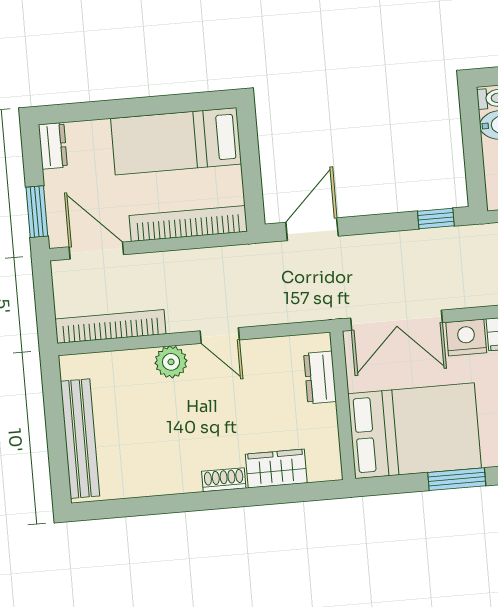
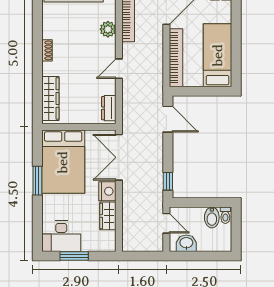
plant: (171, 362) -> (108, 29), moved
dresser: (320, 377) -> (109, 108), moved, turned -90
wardrobe: (276, 469) -> (50, 98), width x1.50
shoe rack: (224, 480) -> (47, 50), moved

